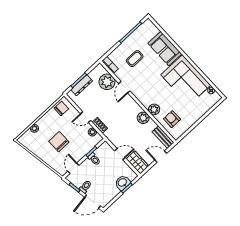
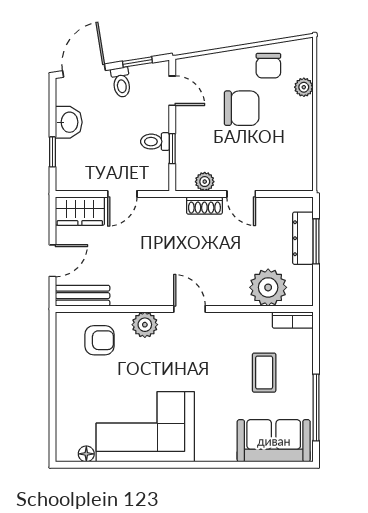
sofa: (165, 49) -> (274, 441), moved
door: (124, 87) -> (190, 309), moved
chair: (61, 108) -> (268, 66), moved
door: (86, 117) -> (241, 194), swing flipped
plant: (143, 118) -> (148, 292), removed
washbasin: (123, 183) -> (69, 122), moved

